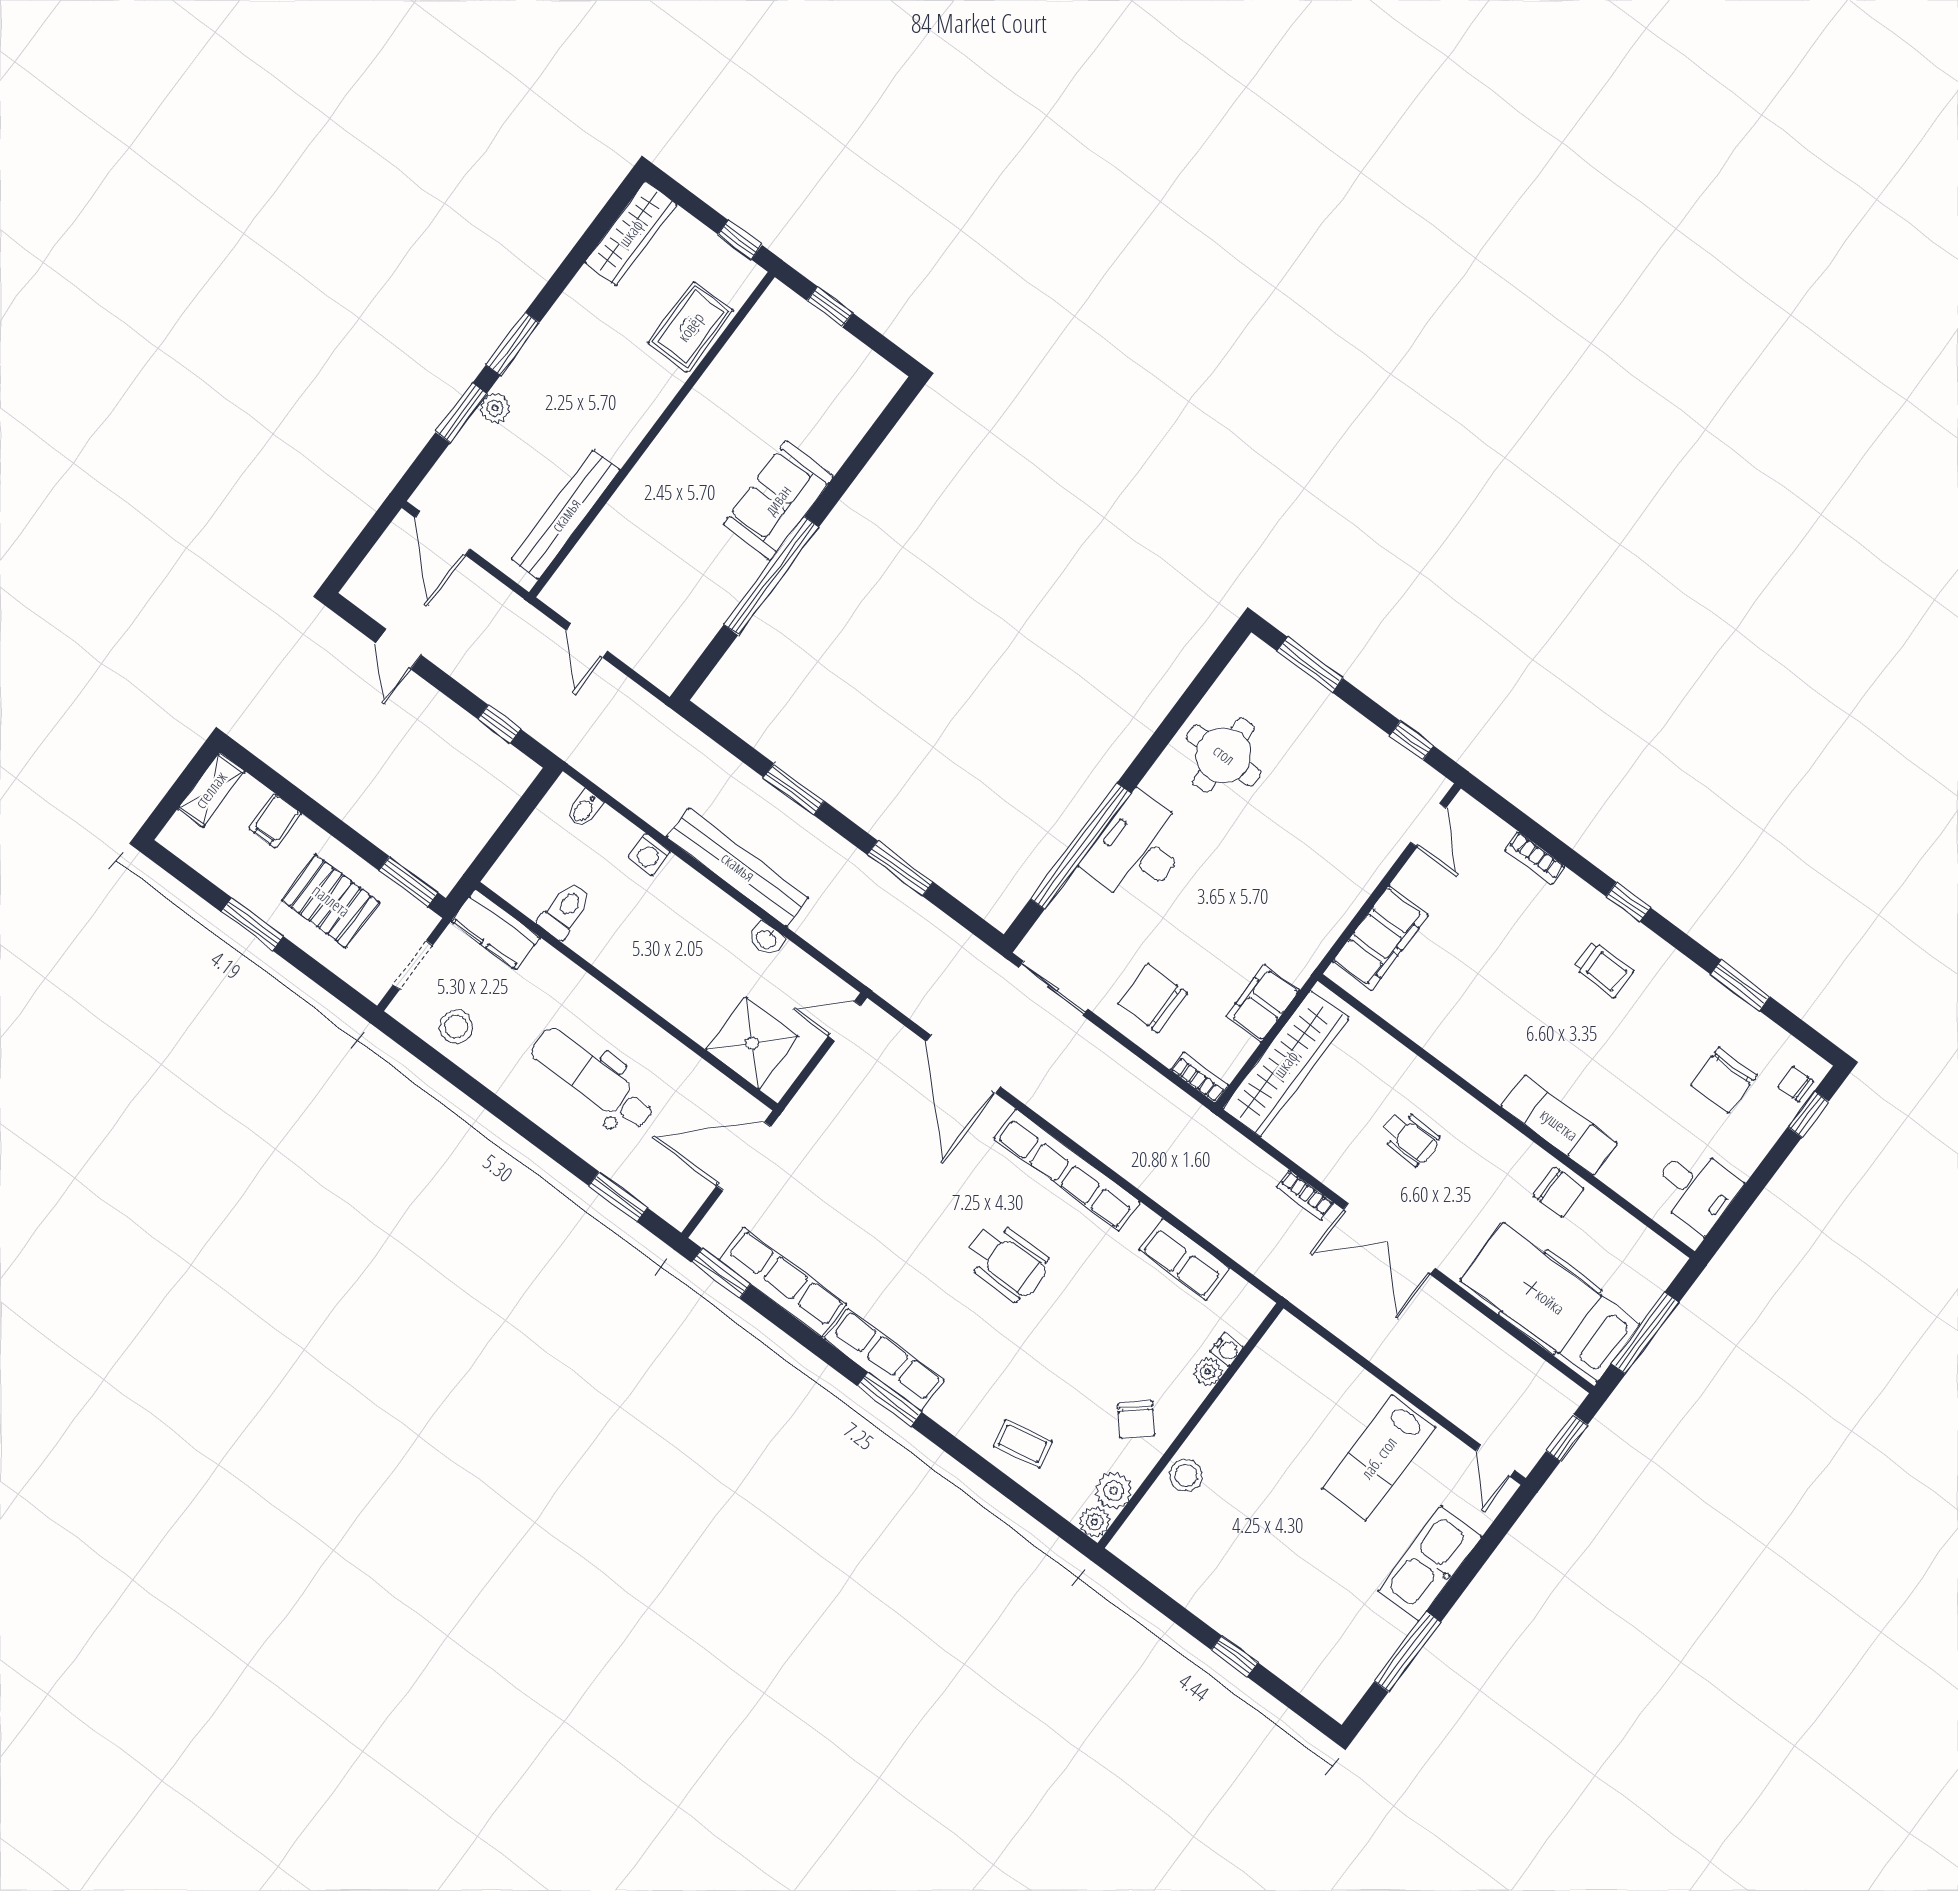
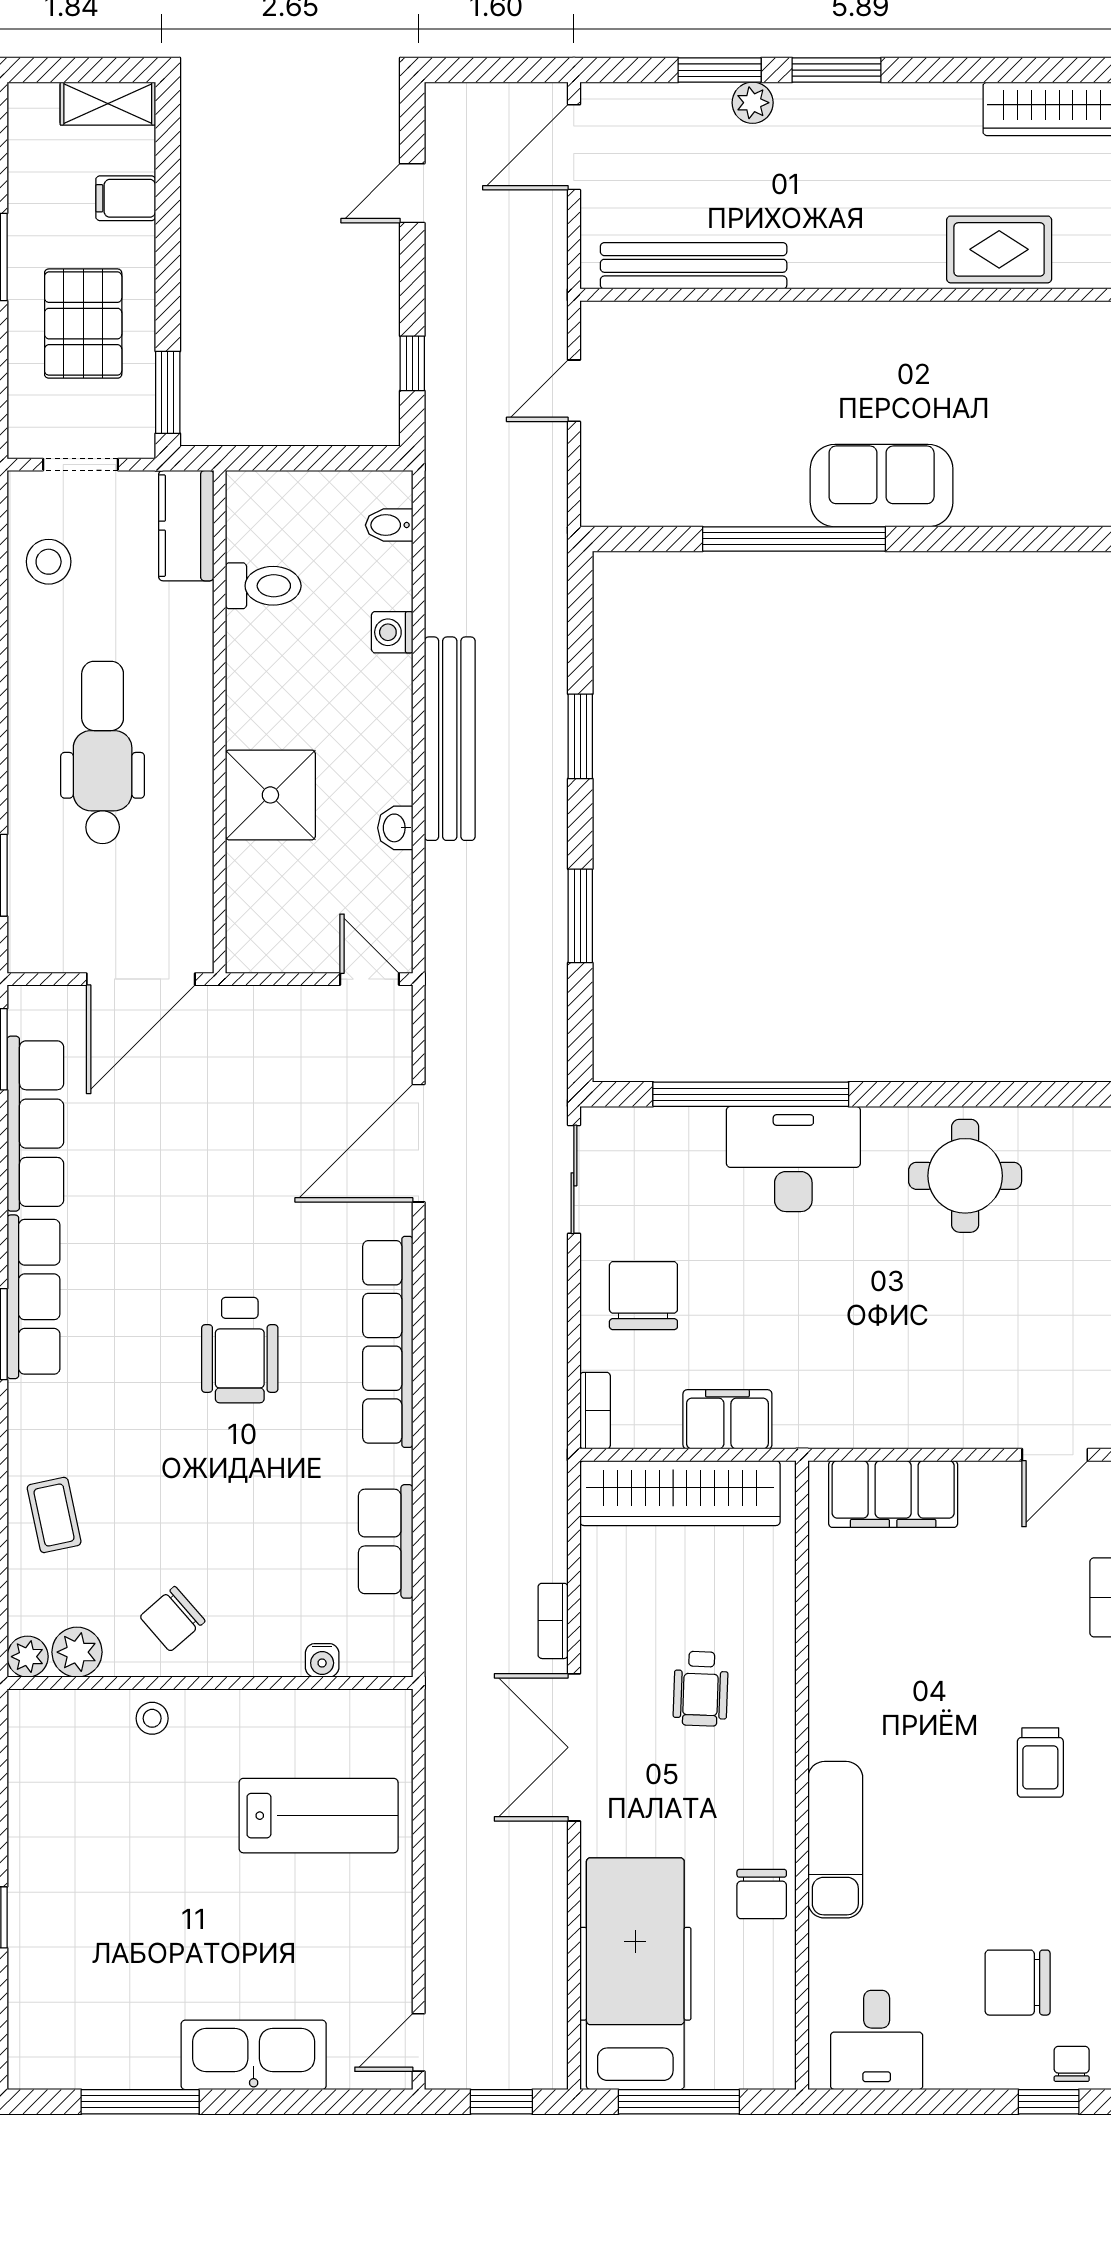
shower: (752, 1043) -> (270, 795), moved
door: (744, 1156) -> (141, 979), swing flipped
plant: (1208, 1372) -> (282, 1658), removed
lab bench: (1379, 1458) -> (319, 1816), moved, turned 180
stool: (1186, 1475) -> (152, 1718), width x0.73, depth x0.73

